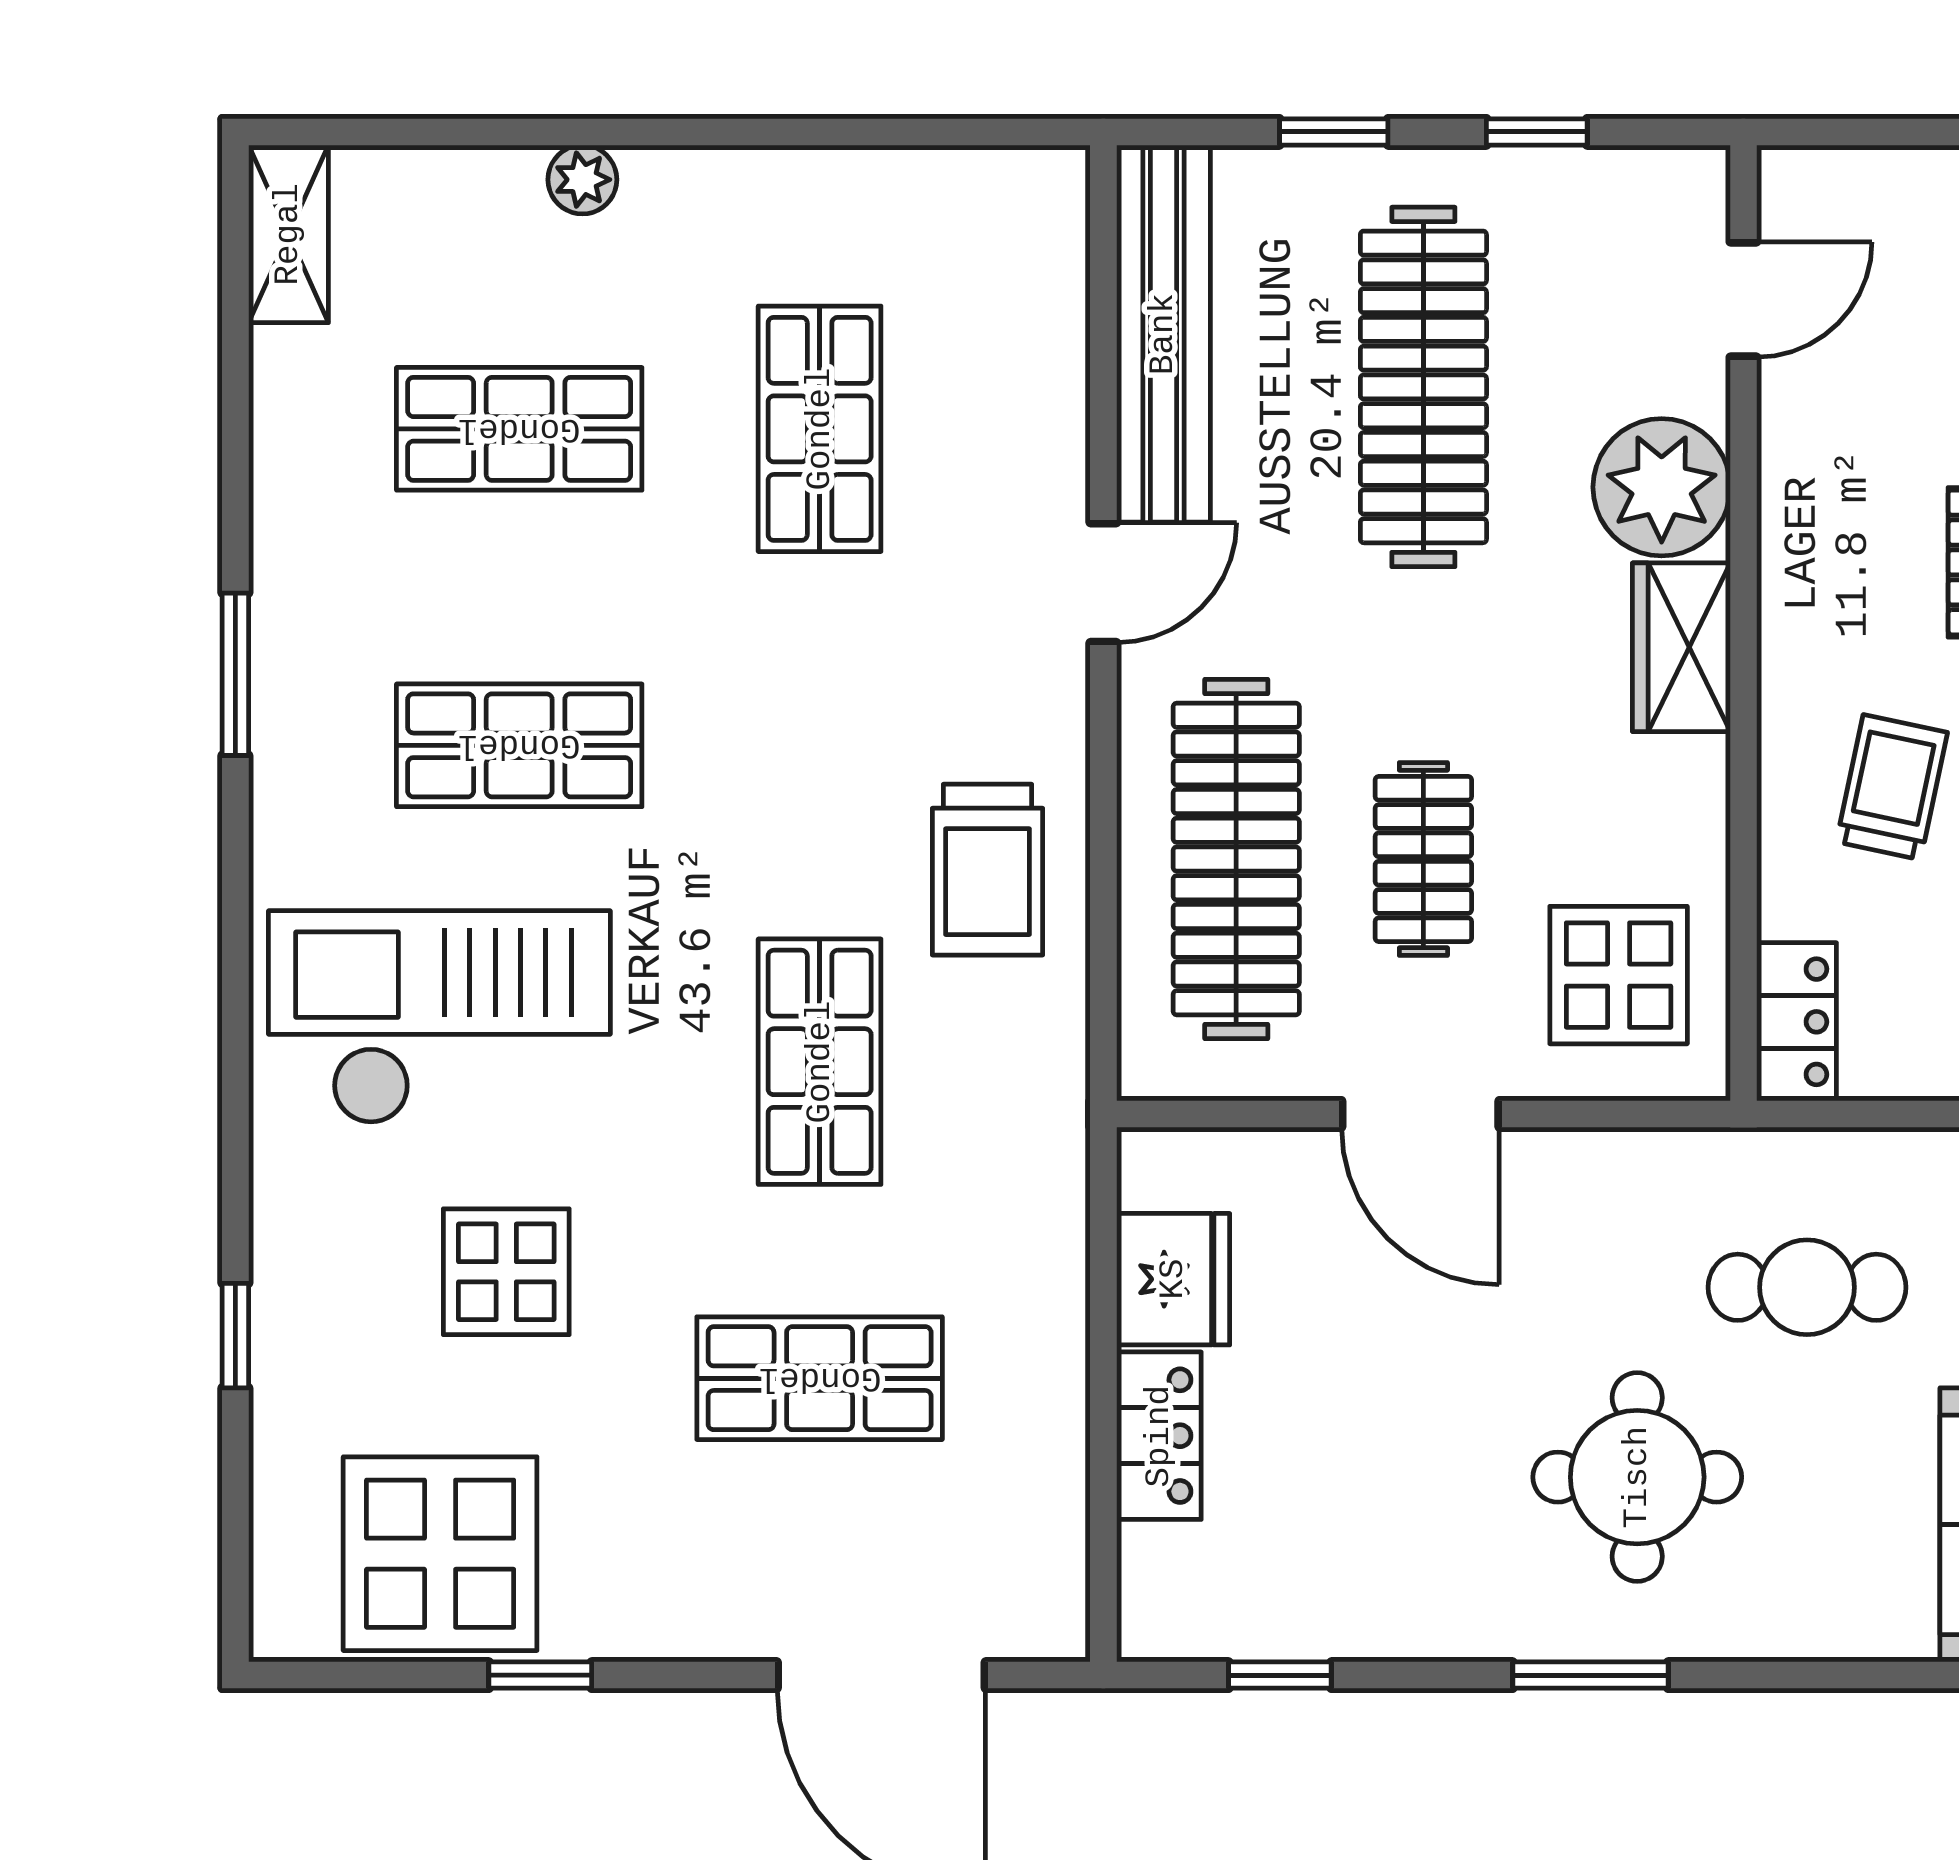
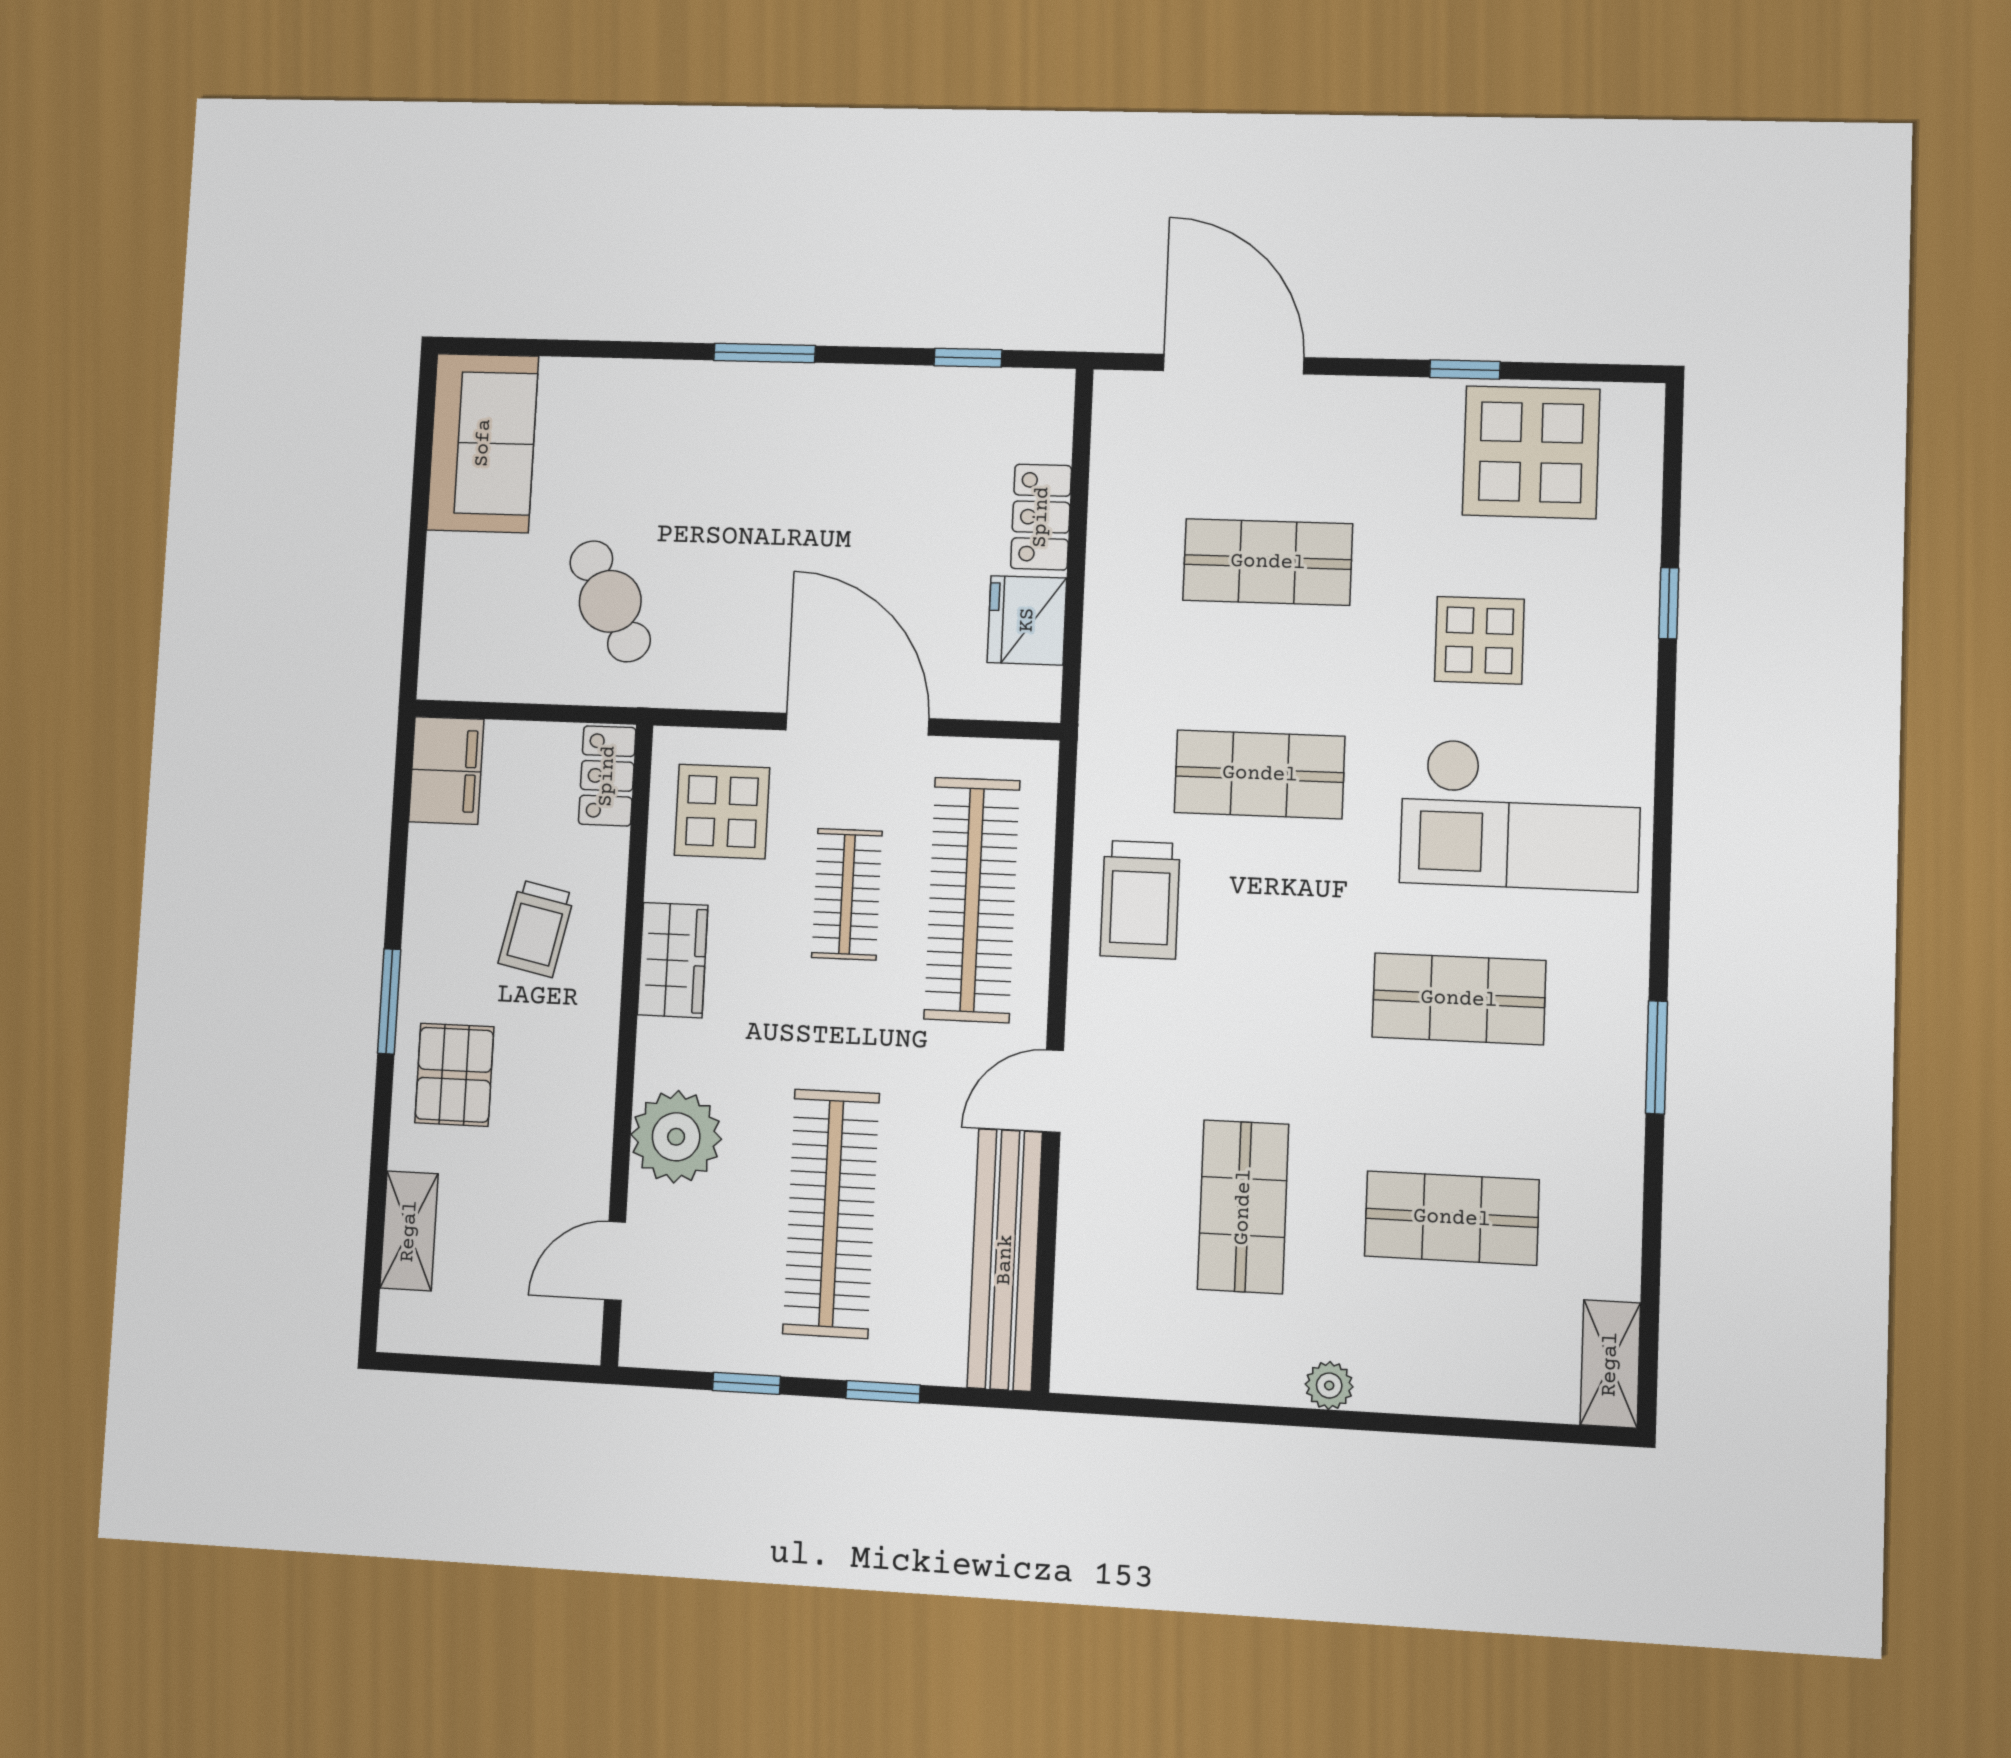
plant: (582, 180) -> (1329, 1386), moved
wardrobe: (1681, 647) -> (673, 960), moved
trolley: (988, 870) -> (1140, 900), turned 180
shop shelf: (820, 1062) -> (1260, 774), turned 90
door: (1420, 1114) -> (857, 724), width x1.36
cafe table: (1807, 1287) -> (610, 601), turned 62
round table: (1637, 1477) -> (727, 481), removed

